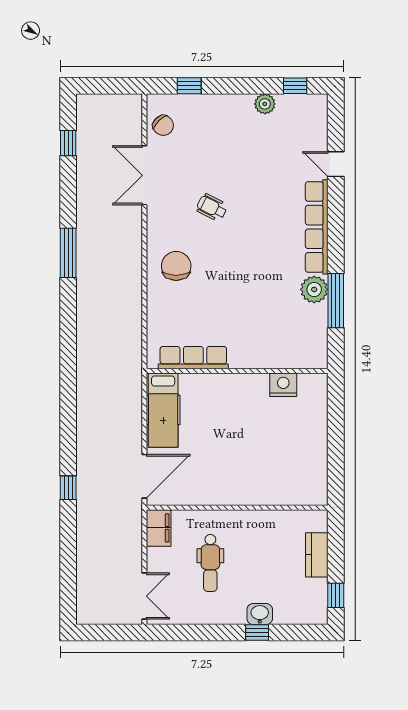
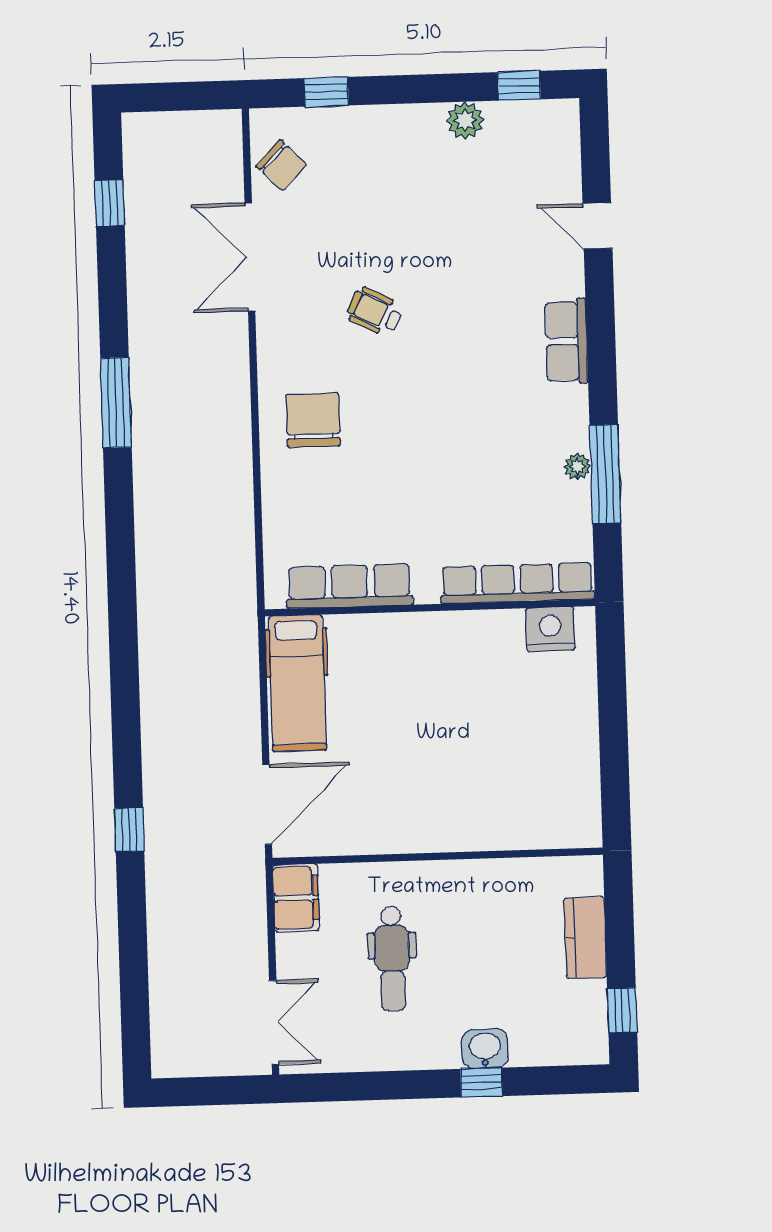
row of seats: (317, 227) -> (566, 341), width x0.50
plant: (314, 289) -> (577, 466), width x0.53, depth x0.53
row of seats: (286, 359) -> (517, 583), added
nightstand: (283, 385) -> (550, 629), moved

